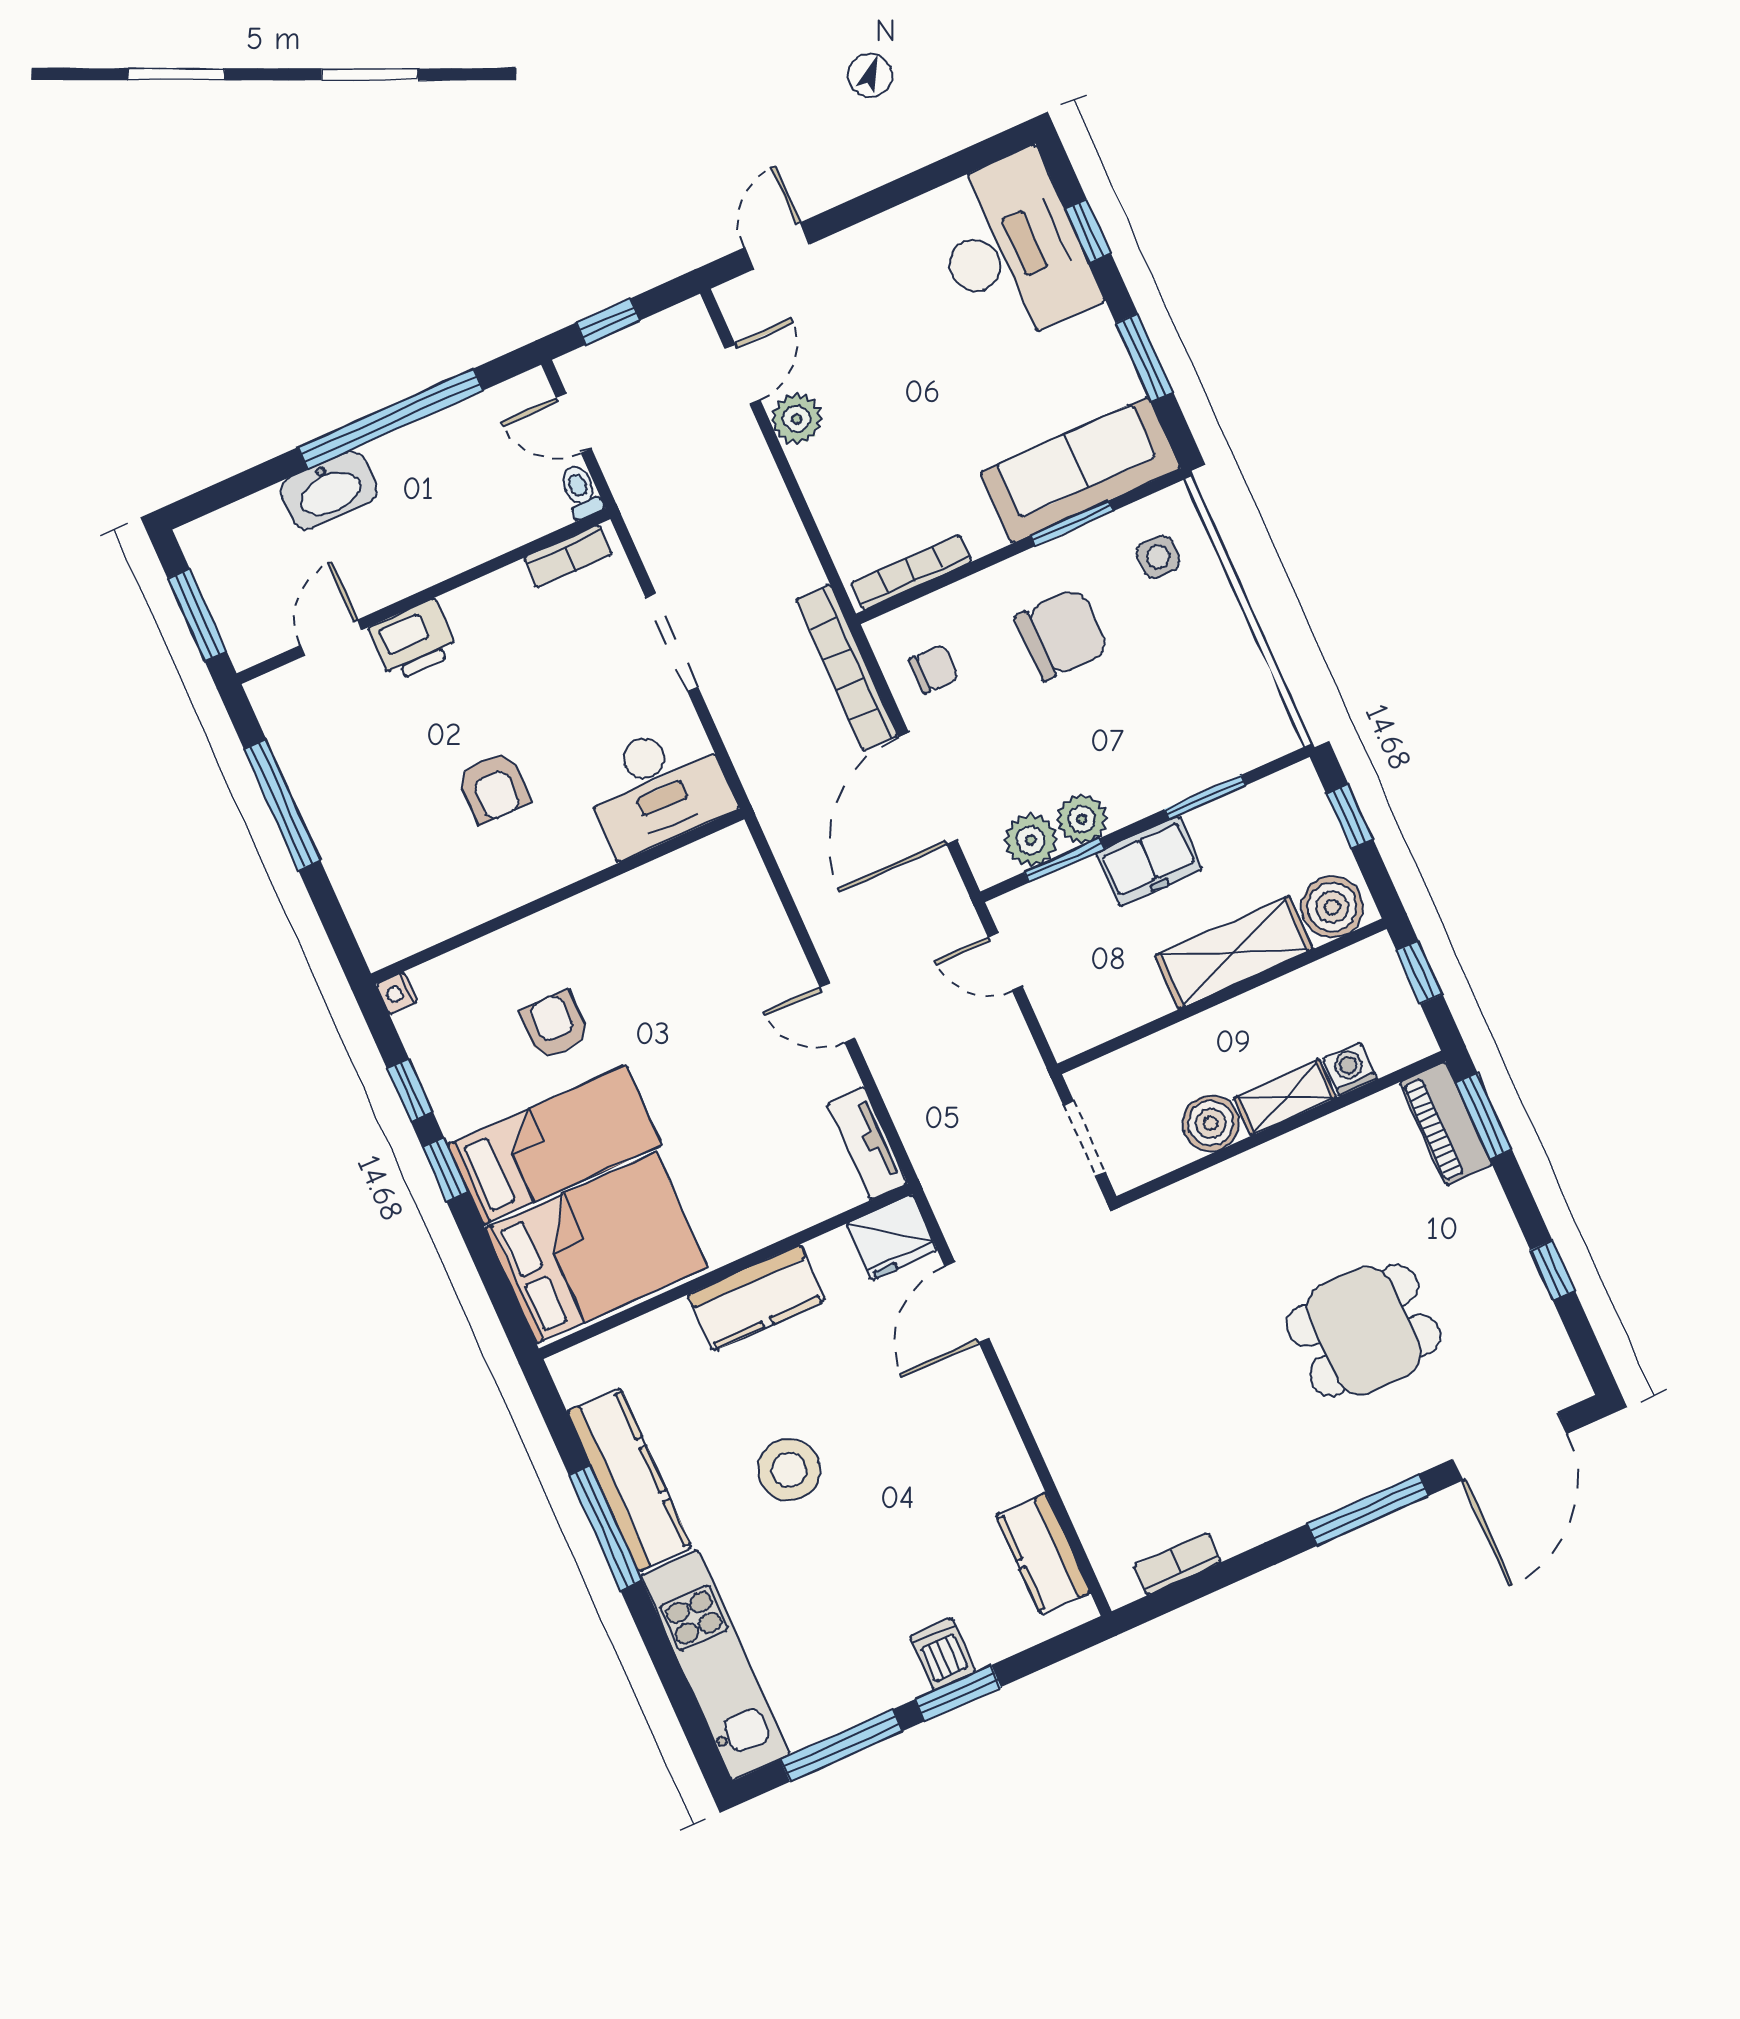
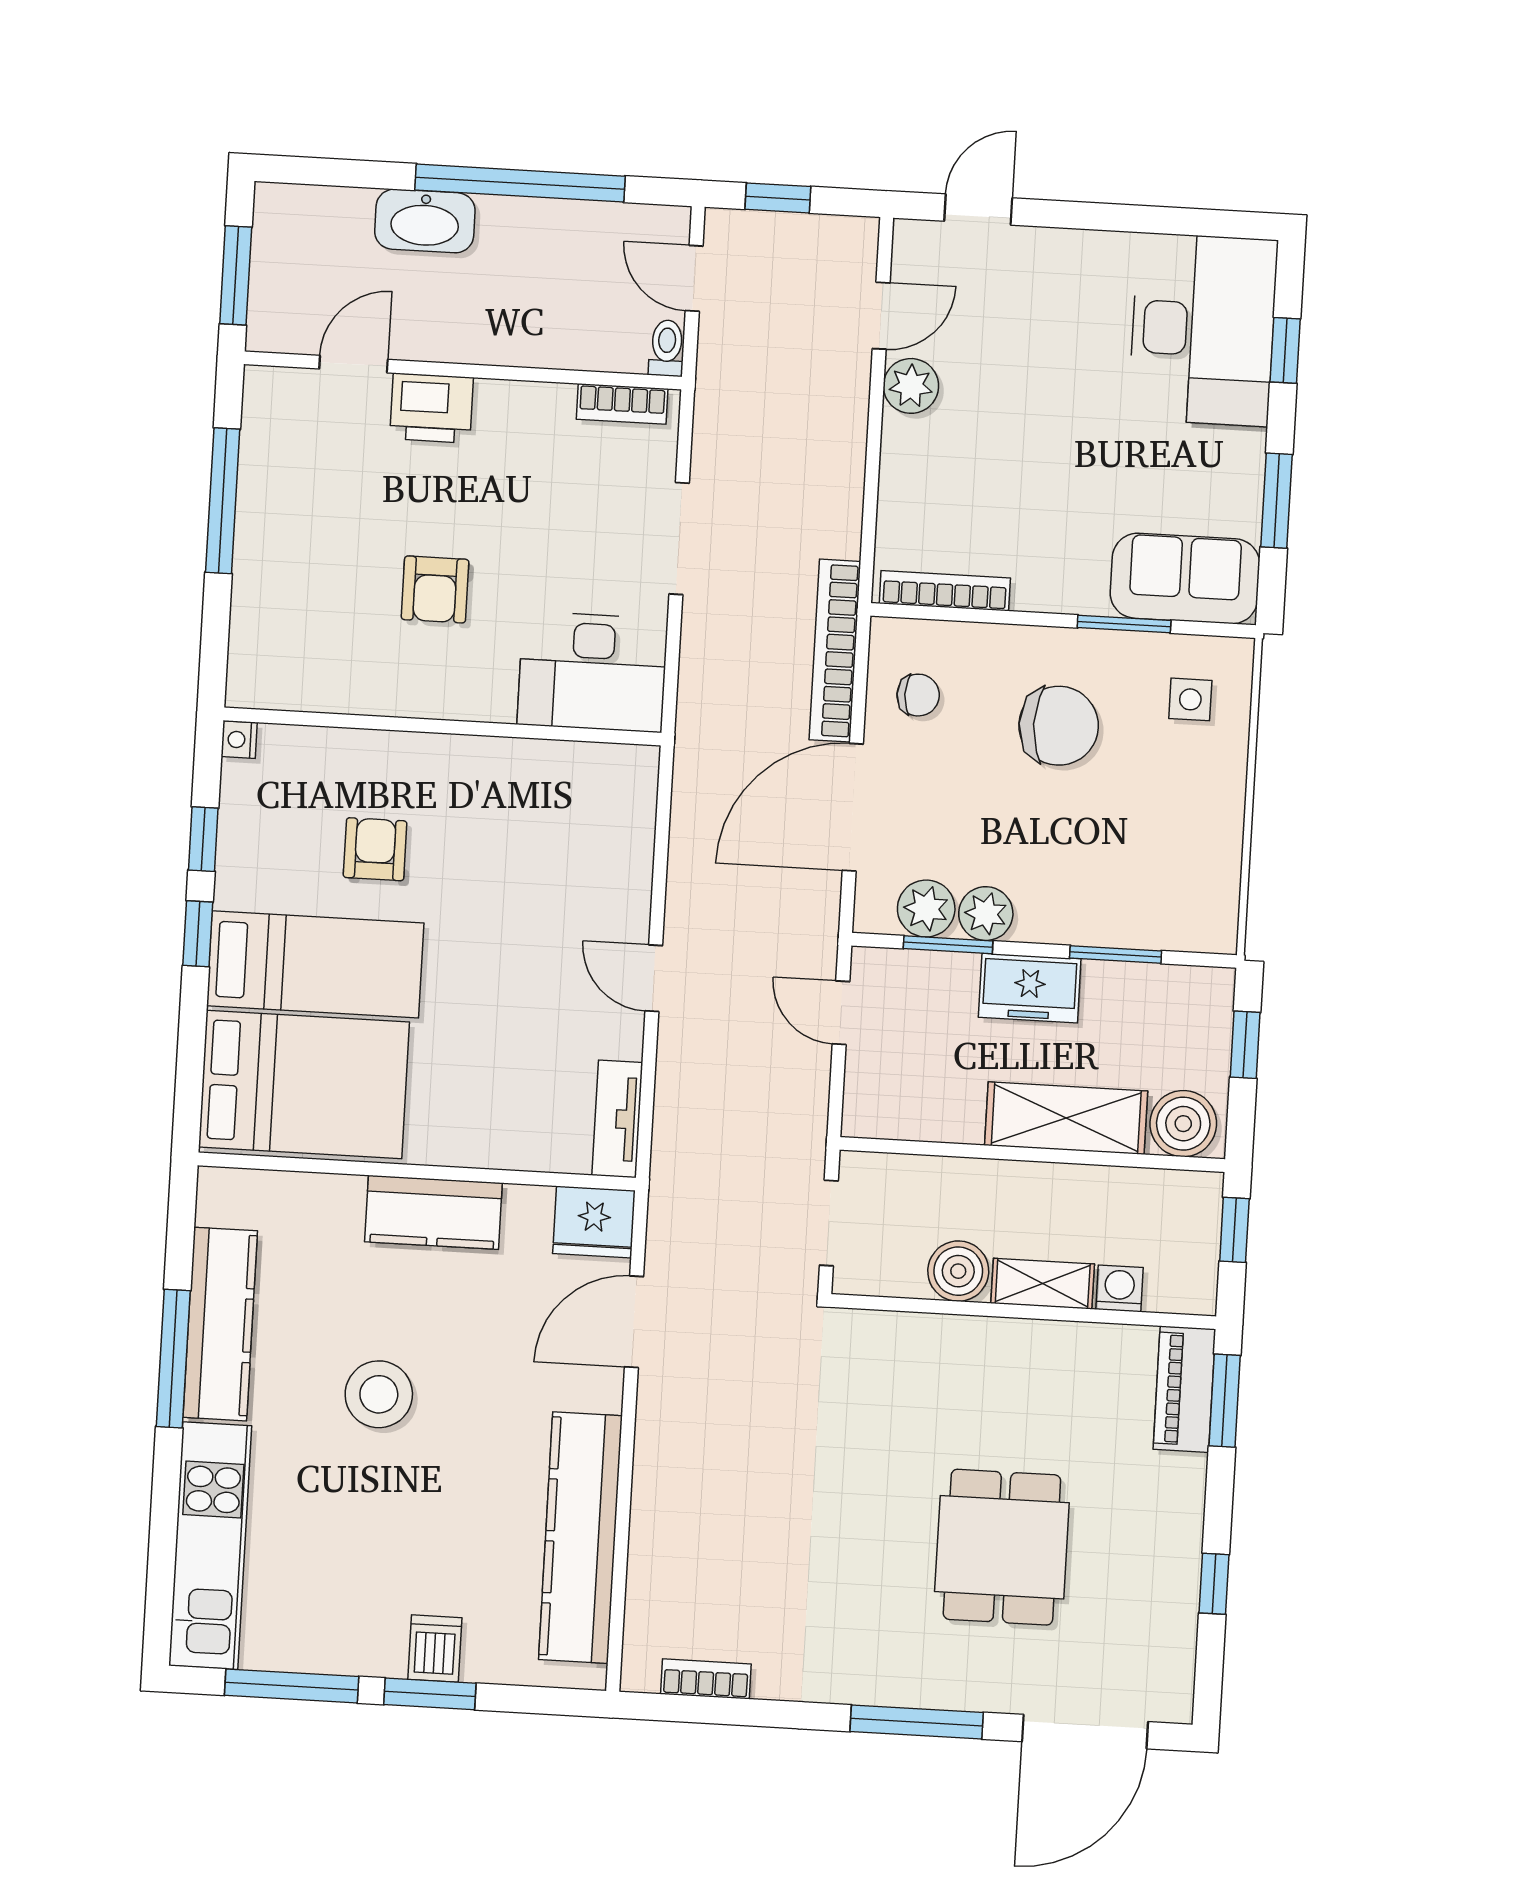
sofa: (1080, 470) -> (1185, 578), width x0.73
dining table: (1364, 1331) -> (1002, 1547), turned 90
kitchen counter: (1043, 1554) -> (580, 1538), width x2.08, depth x1.17

